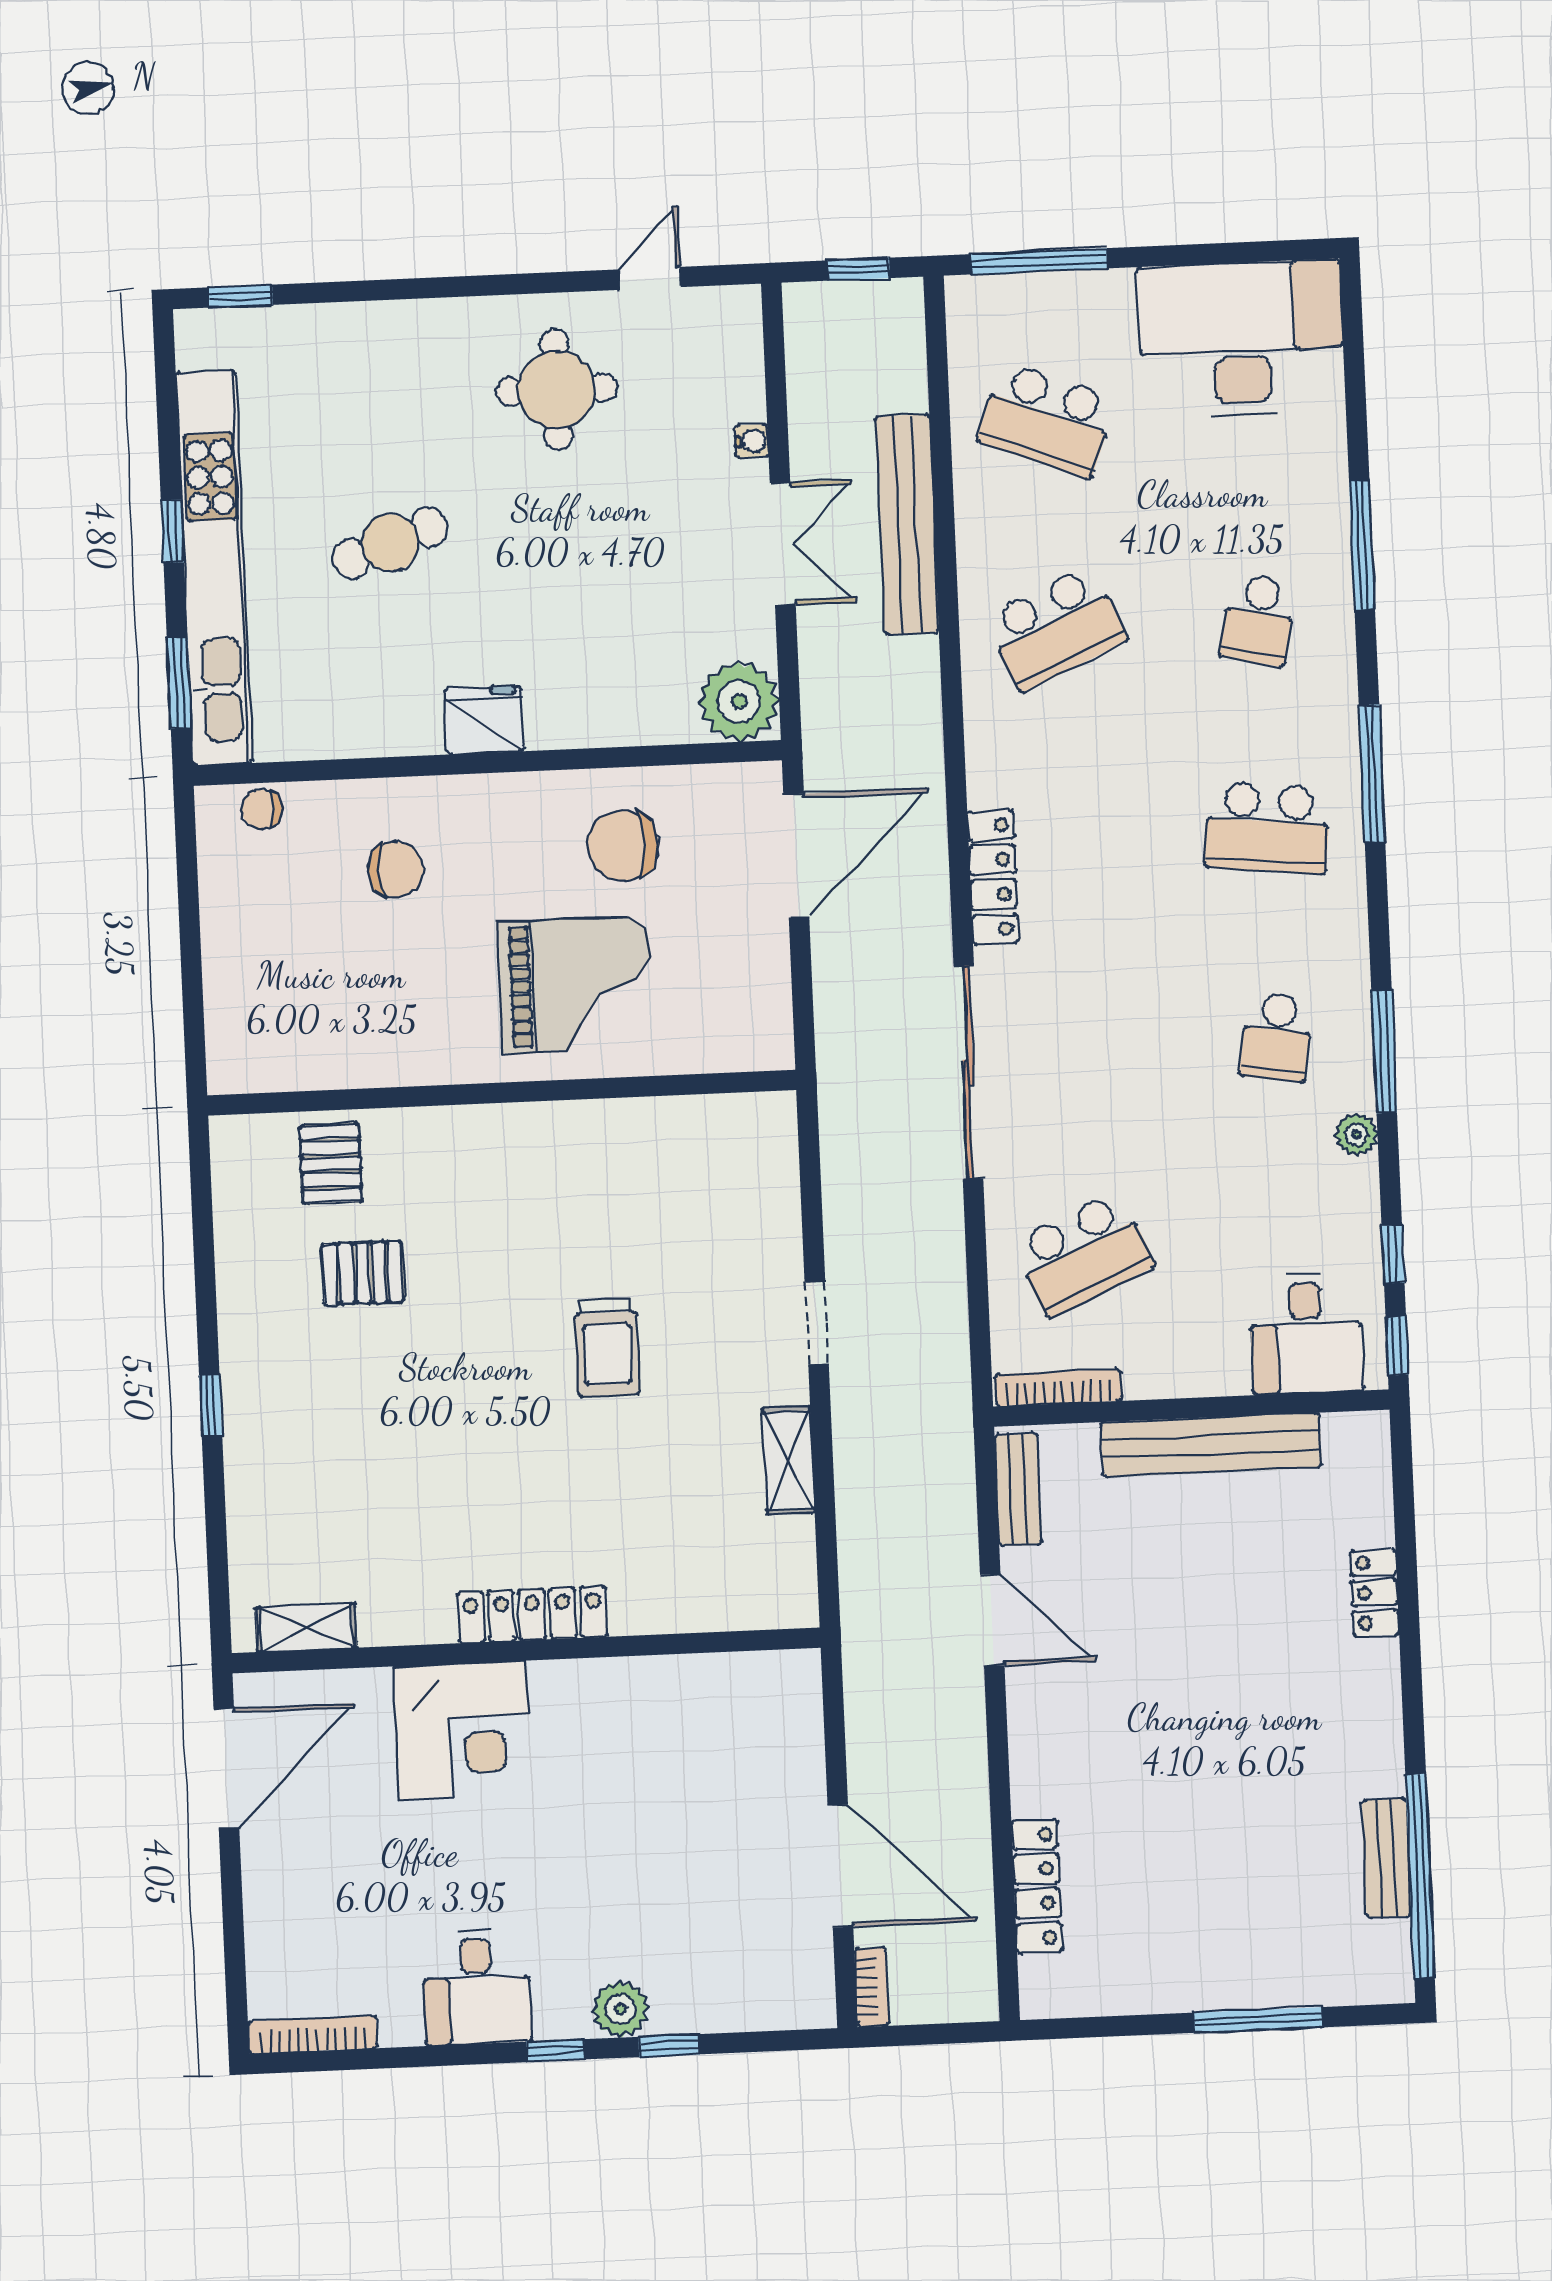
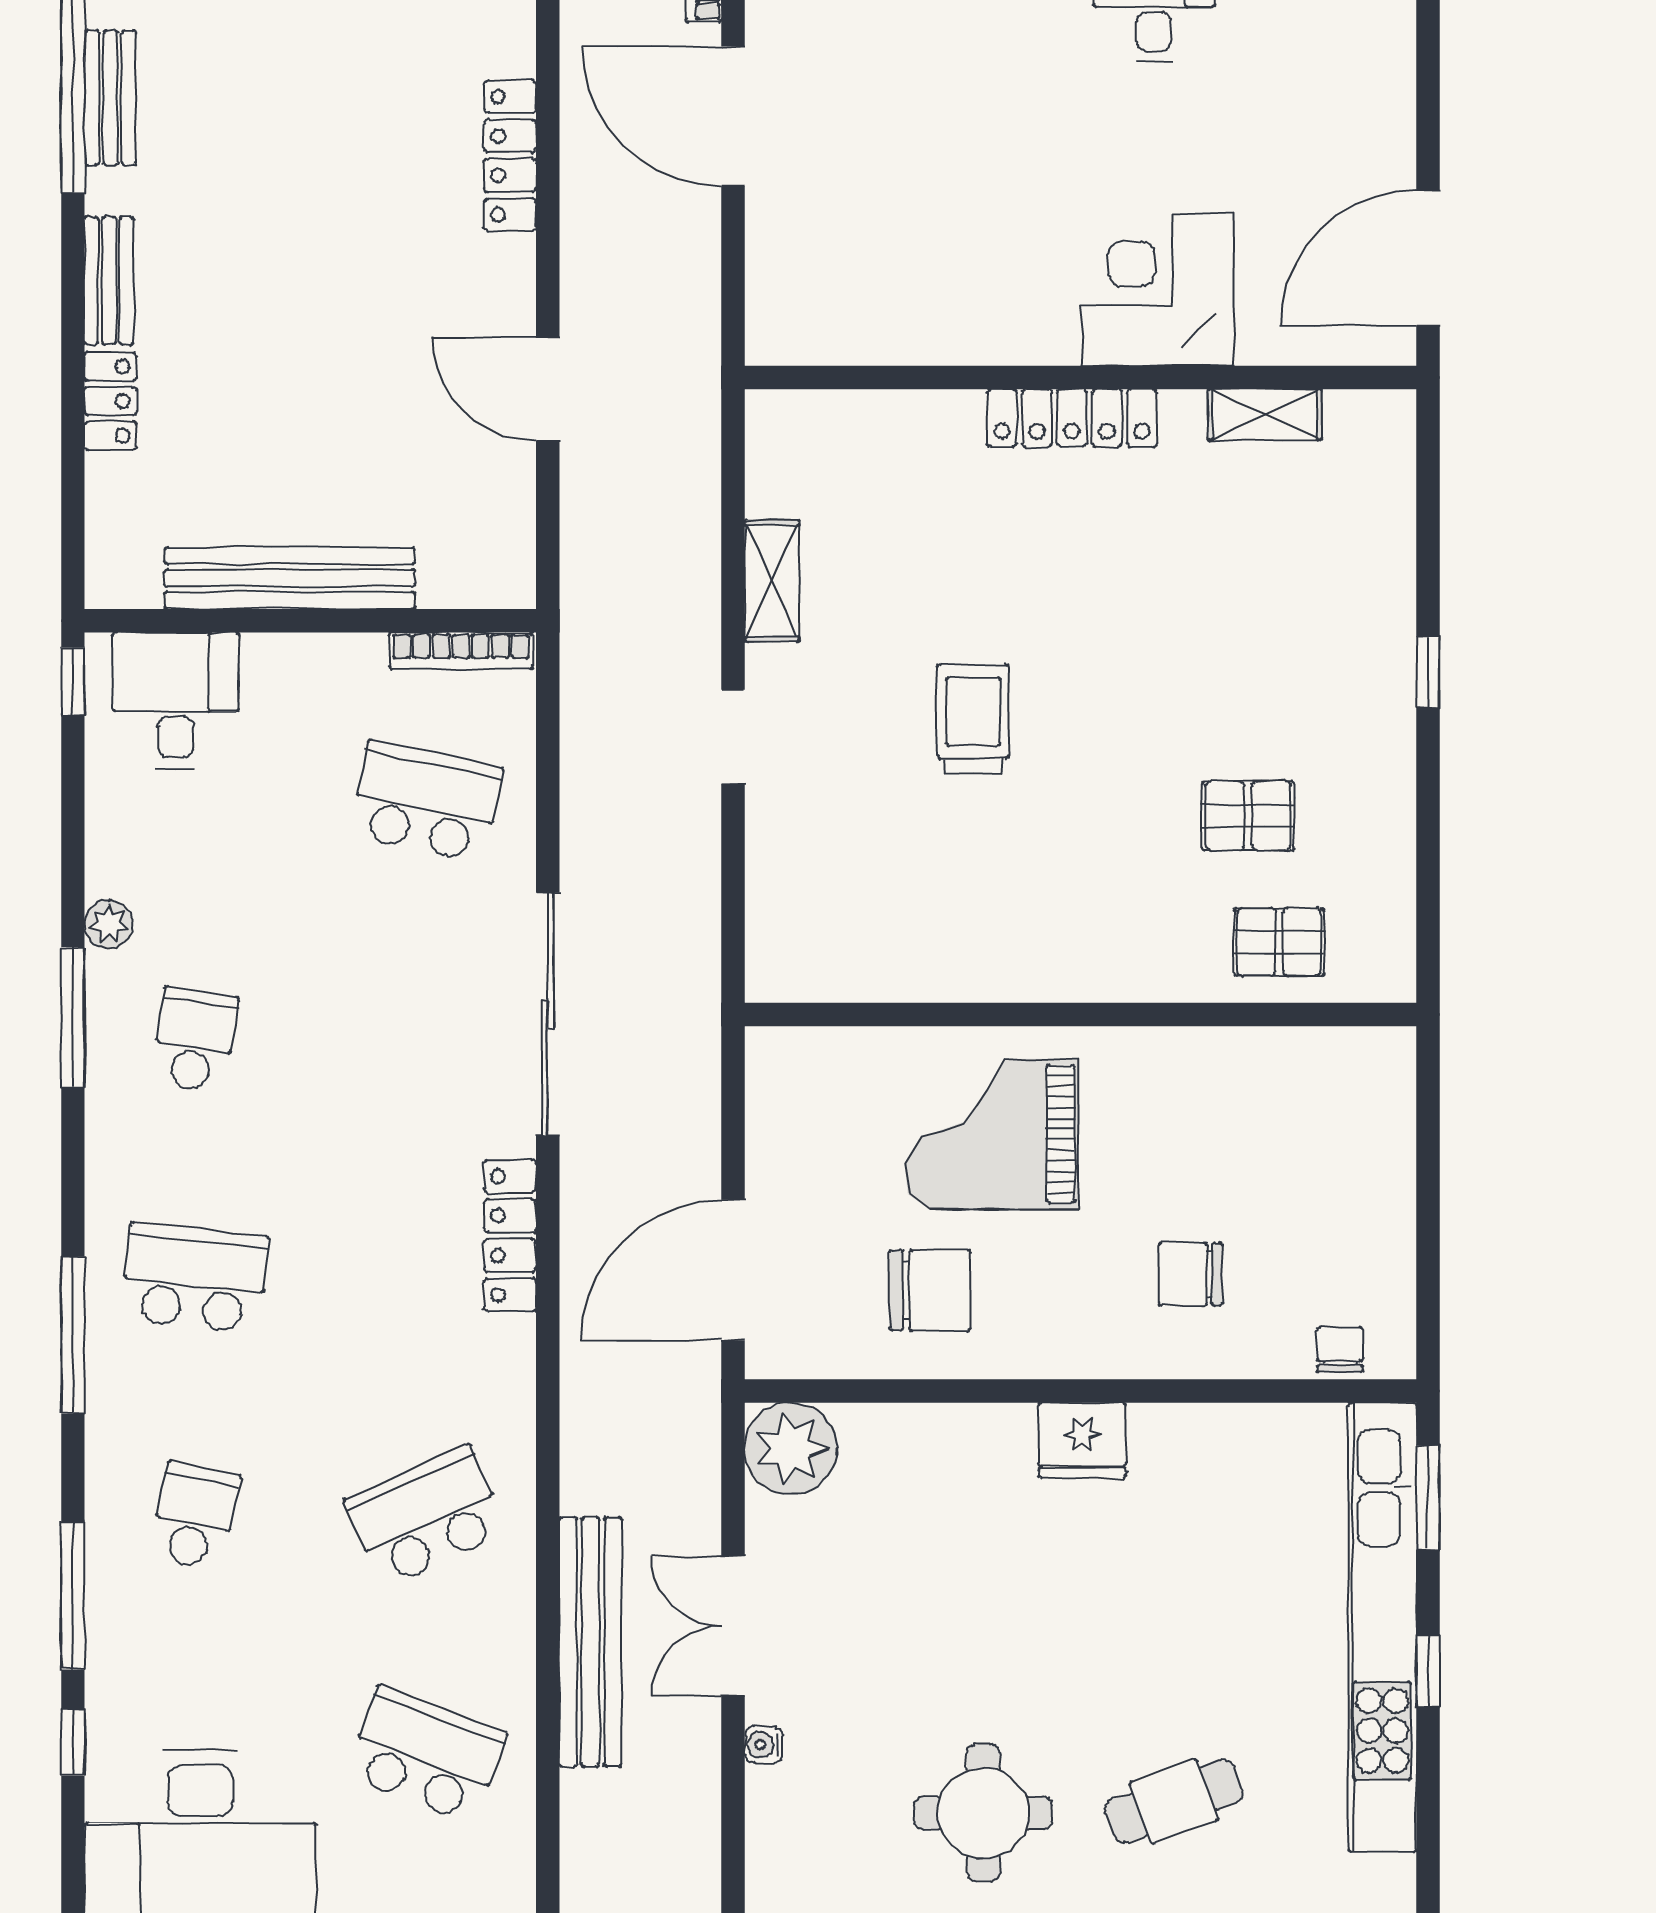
cafe table: (390, 543) -> (1174, 1801), moved
chair: (262, 809) -> (1340, 1349), turned -90
pallet: (331, 1164) -> (1279, 942), turned 90
school desk: (1083, 1254) -> (426, 802), turned 36
window: (1393, 1254) -> (73, 1742), moved
bench: (1018, 1489) -> (109, 281), moved
shelving: (306, 1628) -> (1265, 414), moved
locker: (1037, 1886) -> (510, 156), moved

